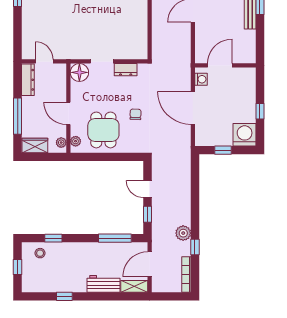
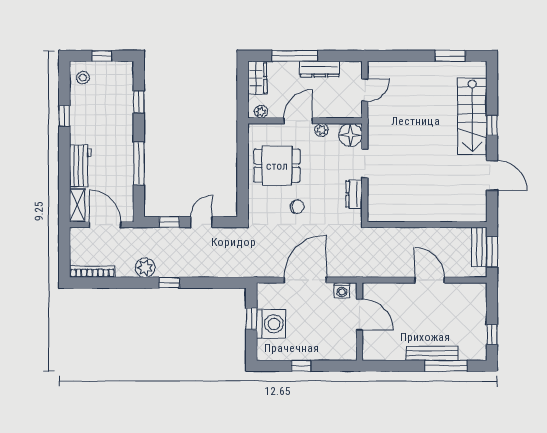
dresser: (28, 80) -> (320, 69), moved
washing machine: (245, 135) -> (271, 324), moved
plant: (76, 141) -> (321, 130), moved
window: (115, 238) -> (139, 163), moved
window: (195, 247) -> (169, 283), moved
stool: (40, 253) -> (83, 78), moved

